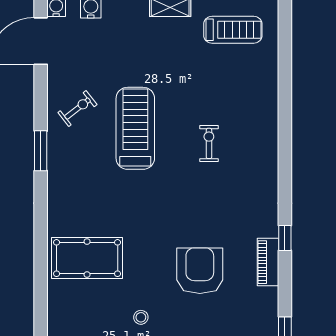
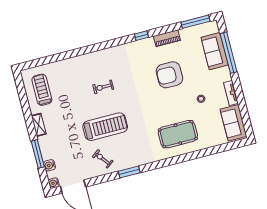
treadmill: (135, 128) -> (105, 127), turned 180
pool table: (87, 258) -> (178, 134), turned 90
piano: (268, 262) -> (167, 38), moved

